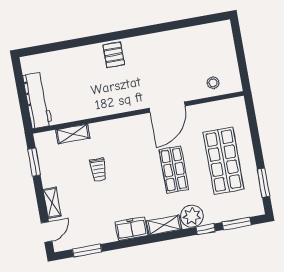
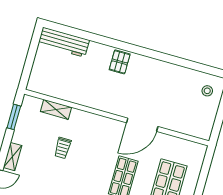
stool: (213, 83) -> (207, 91), moved
workbench: (37, 100) -> (64, 42), moved, turned 90

